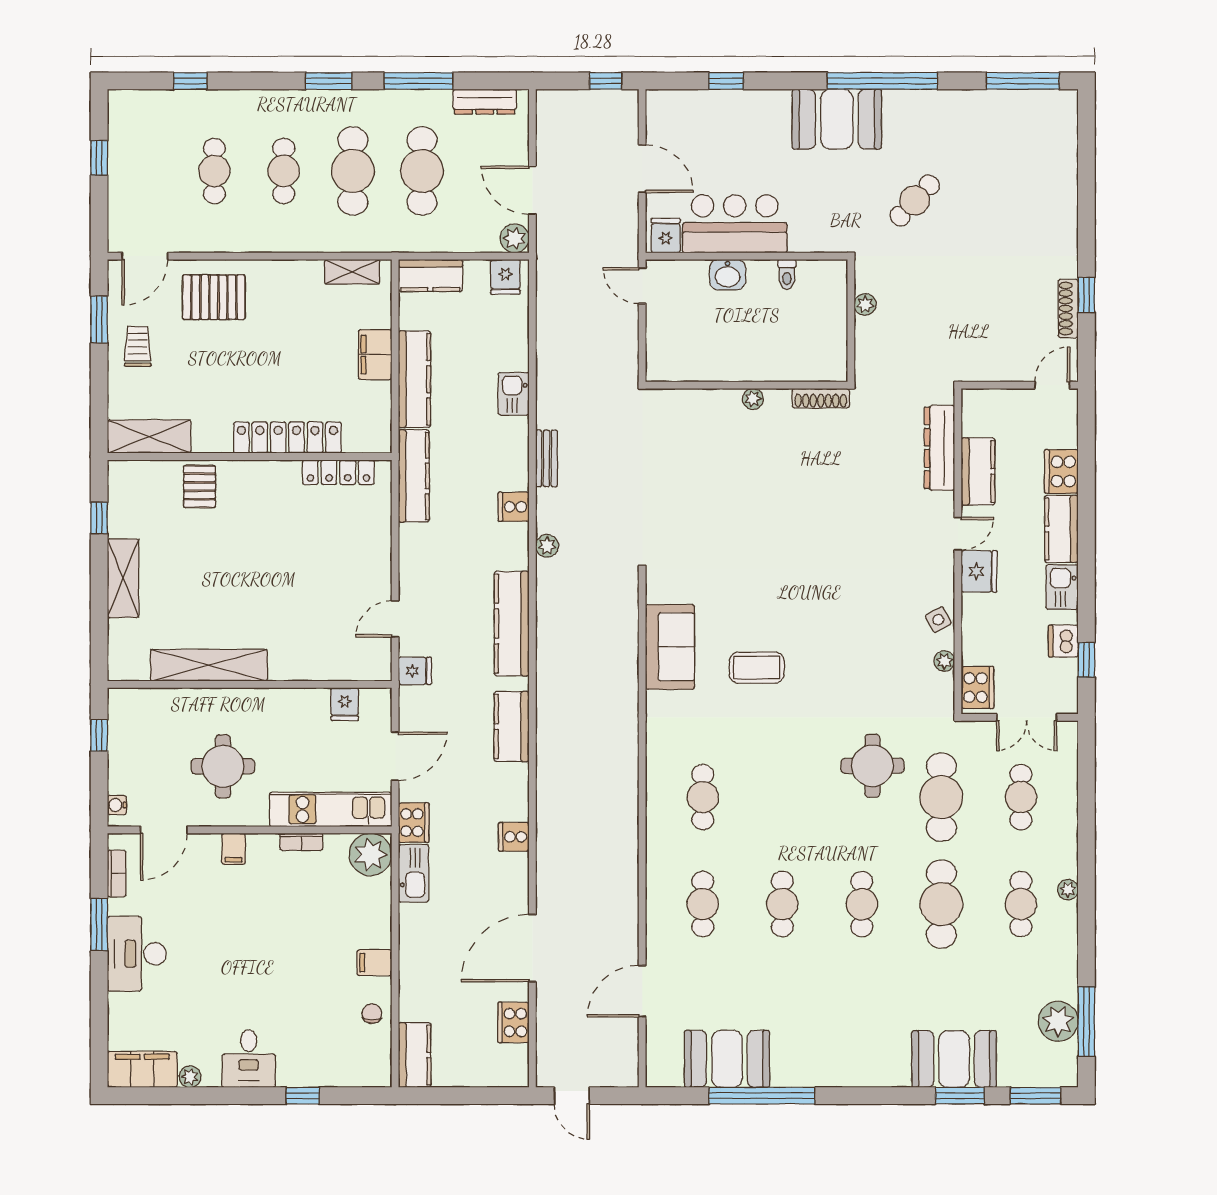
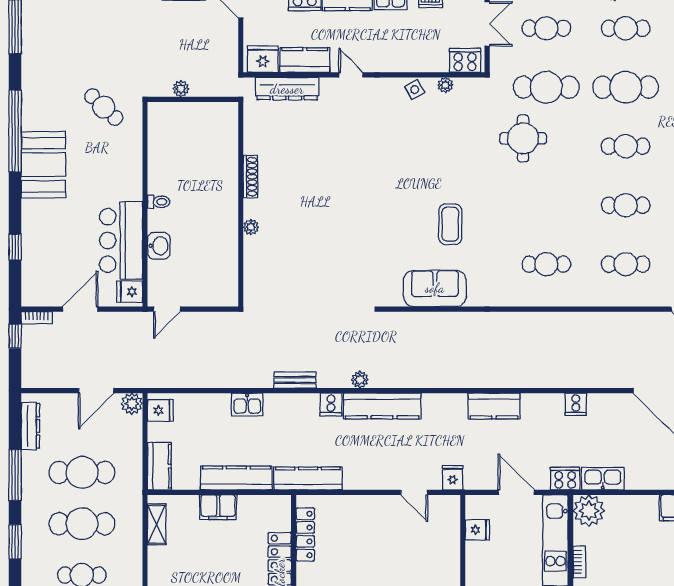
bookcase: (631, 110) -> (37, 318), added
plant: (865, 304) -> (181, 89), moved
wall: (851, 321) -> (193, 99), moved
fridge: (979, 571) -> (263, 59), moved
kitchen counter: (512, 624) -> (382, 406), moved

